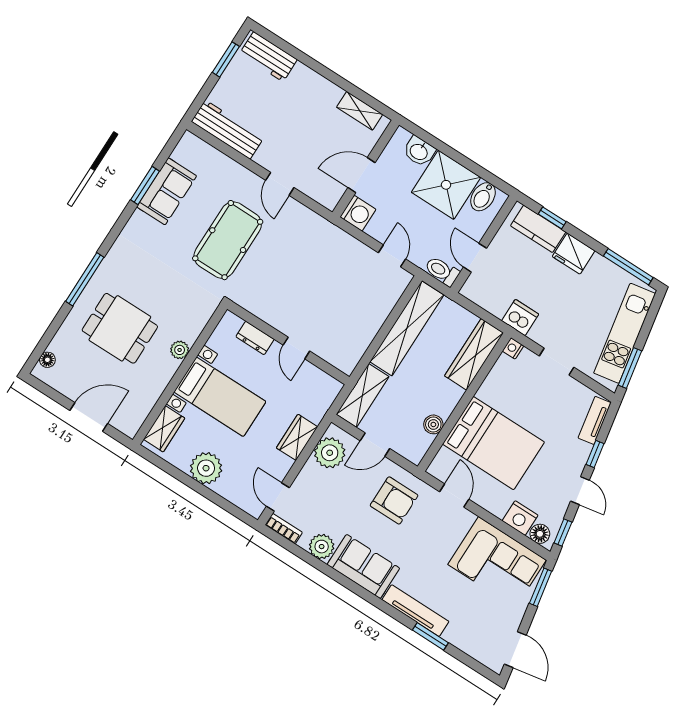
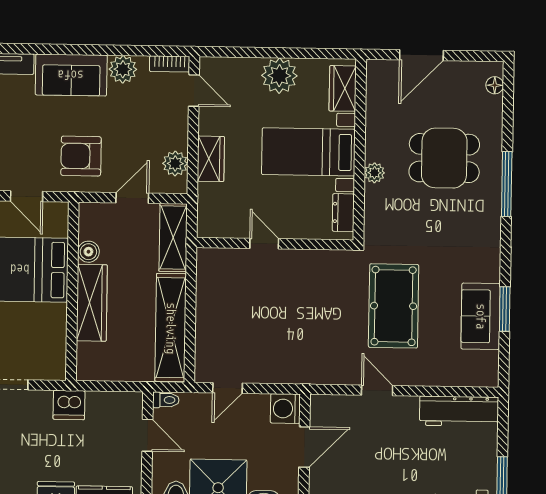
door: (392, 256) -> (228, 388), hinge flipped
toilet: (442, 271) -> (166, 400), width x0.73, depth x0.72
dresser: (255, 338) -> (343, 213), moved, turned -90
nightstand: (513, 348) -> (58, 371), removed
wardrobe: (474, 354) -> (92, 303), moved
plant: (330, 453) -> (175, 163), width x0.73, depth x0.73

